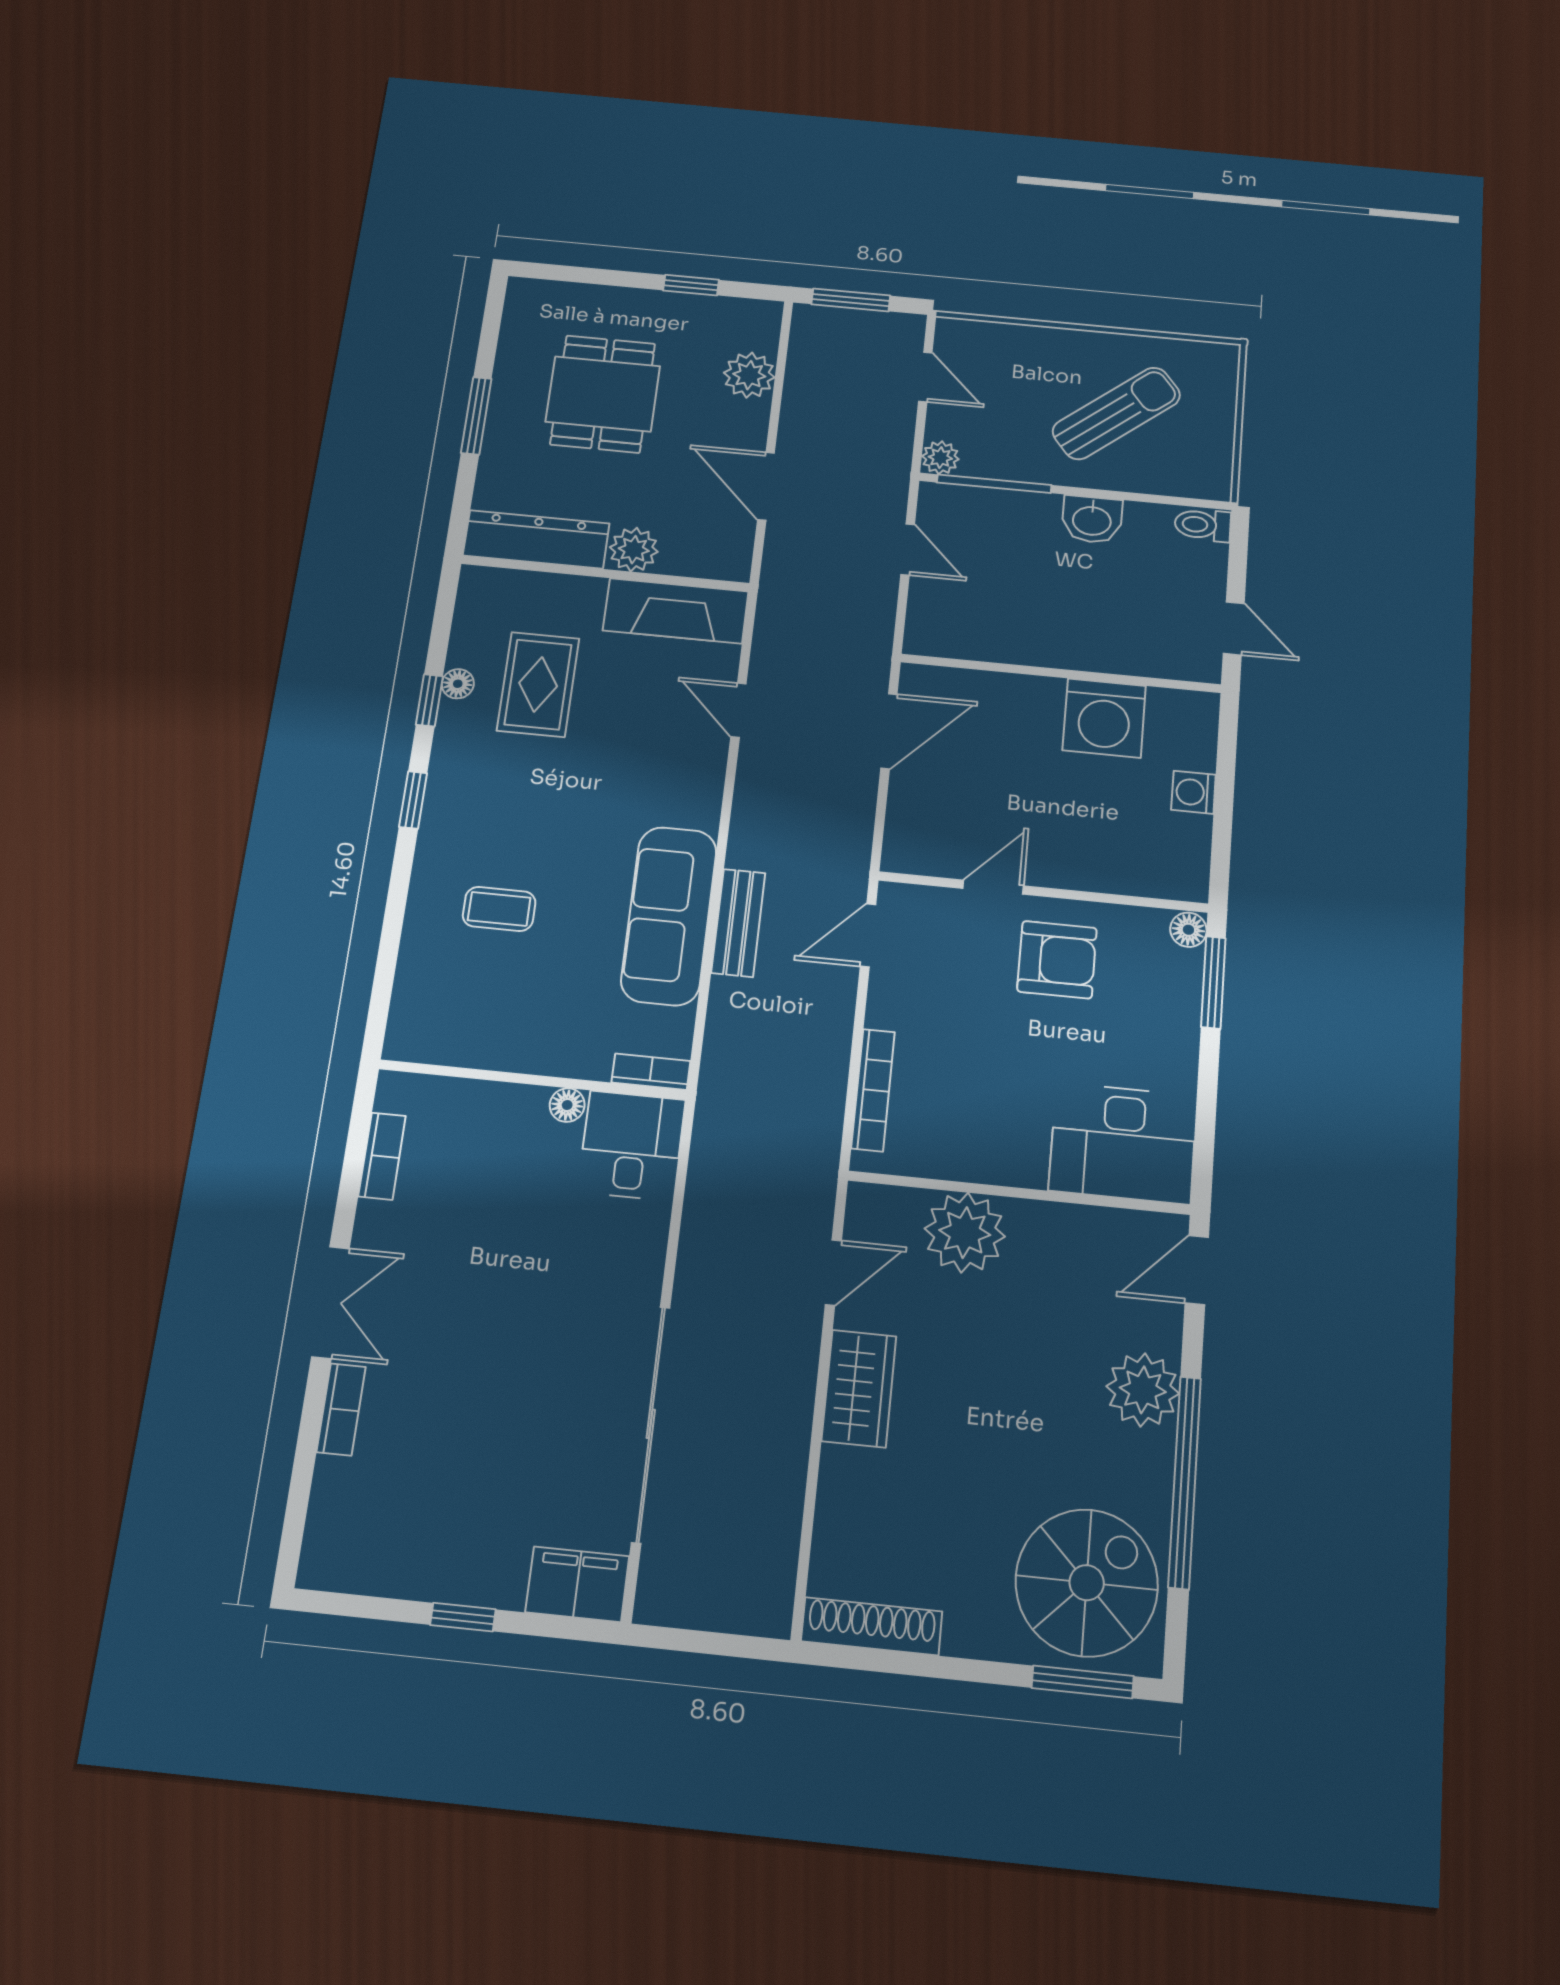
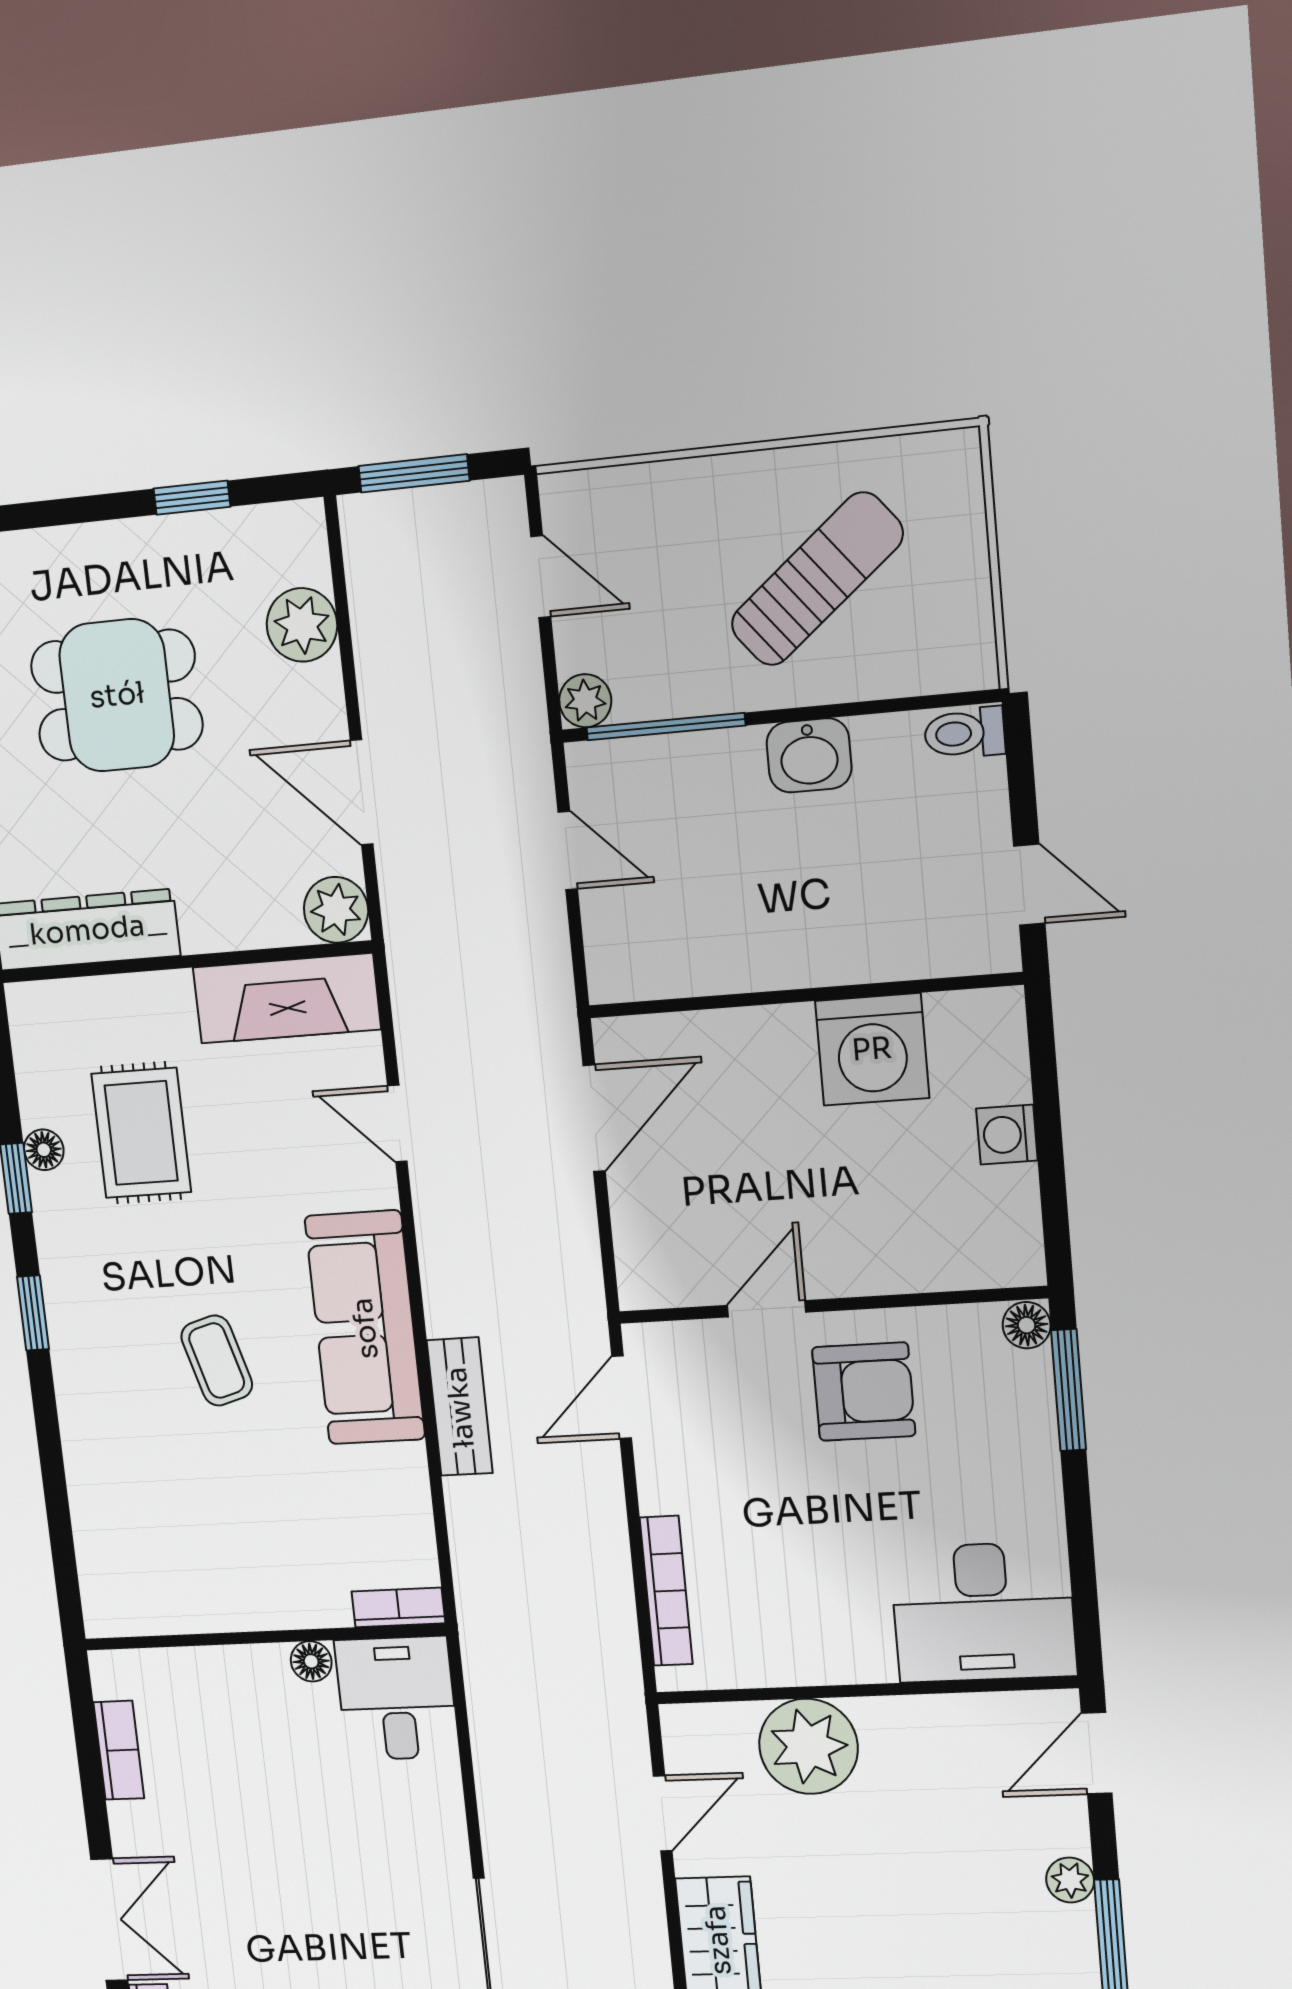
dining table: (603, 394) -> (117, 695), turned 90
plant: (634, 550) -> (336, 910), moved
coffee table: (499, 909) -> (217, 1361), moved, turned 74
sofa: (669, 916) -> (365, 1328), moved
plant: (1143, 1390) -> (1070, 1880), width x0.53, depth x0.53

